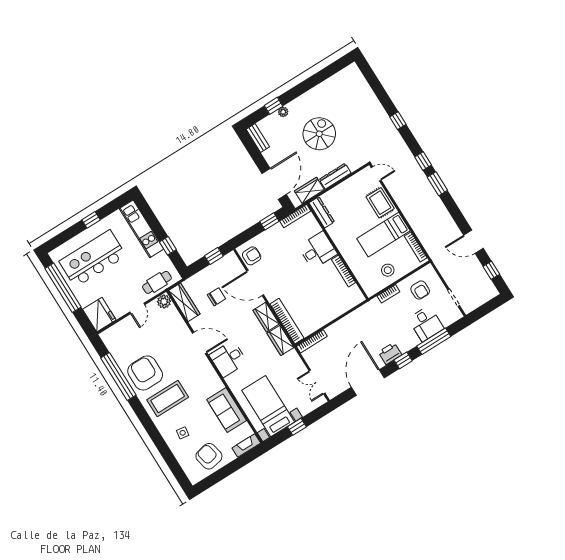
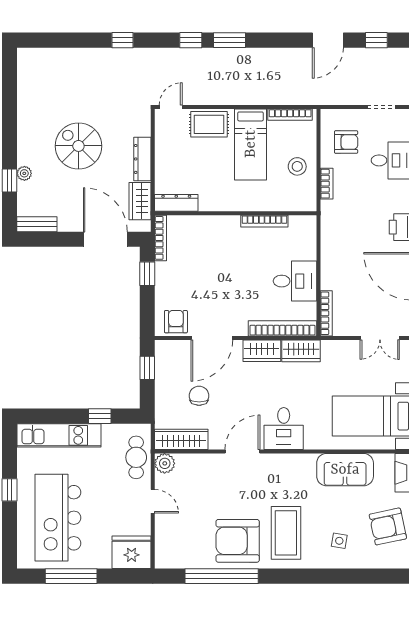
desk: (318, 250) -> (295, 281), moved, turned 90
window: (63, 288) -> (71, 576), width x0.68

